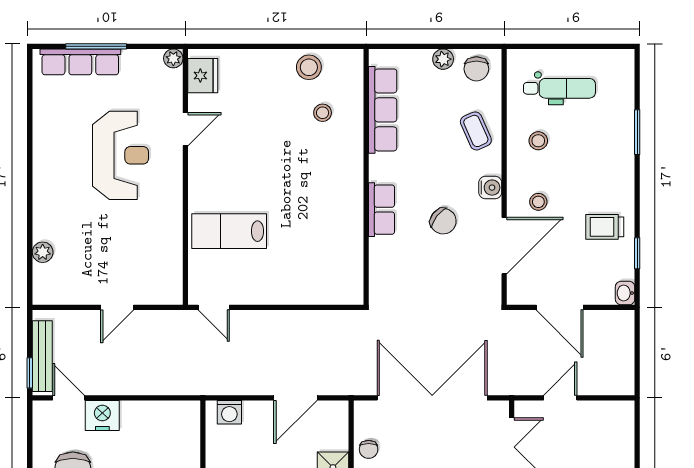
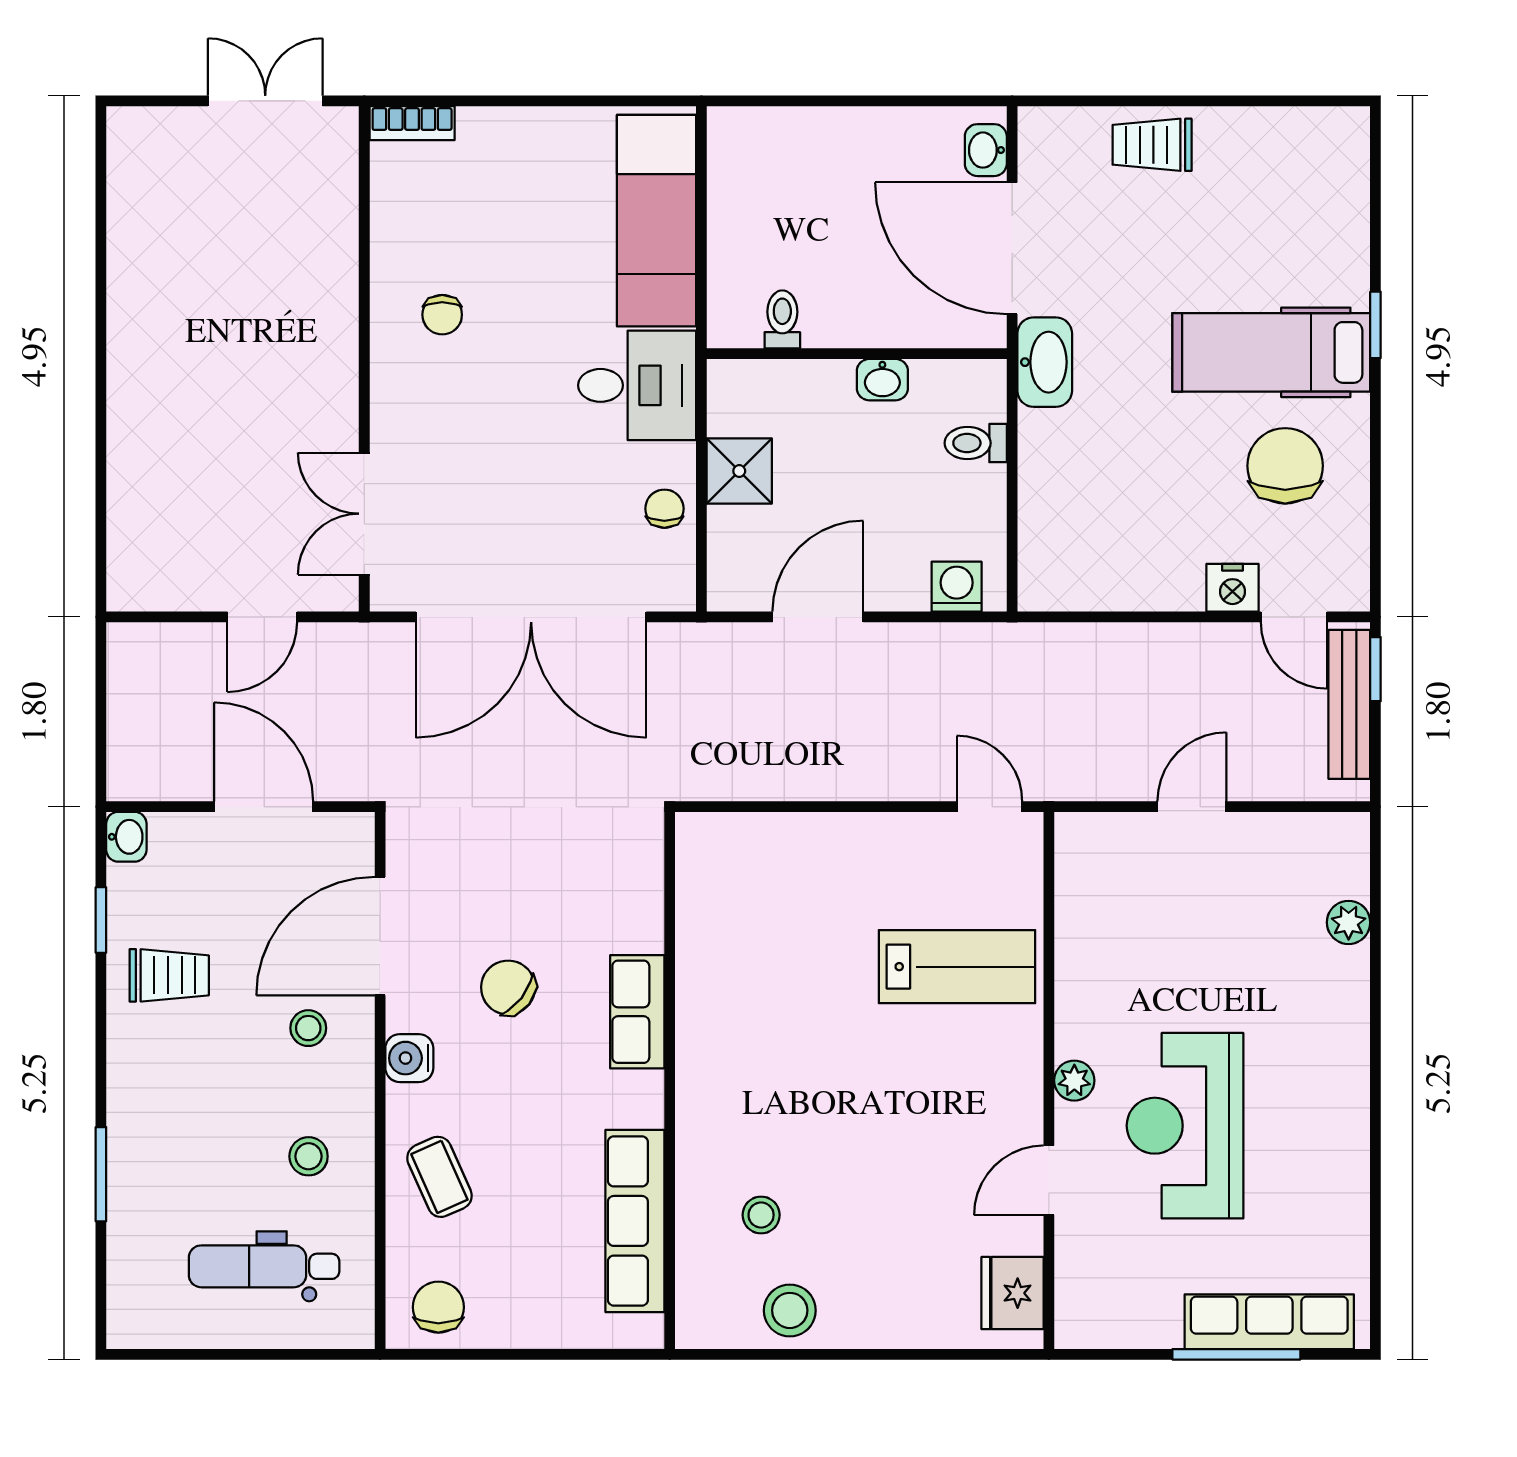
plant: (173, 58) -> (1074, 1081), moved
plant: (443, 59) -> (508, 1327), removed
nightstand: (102, 415) -> (1232, 588), width x0.74, depth x0.75

